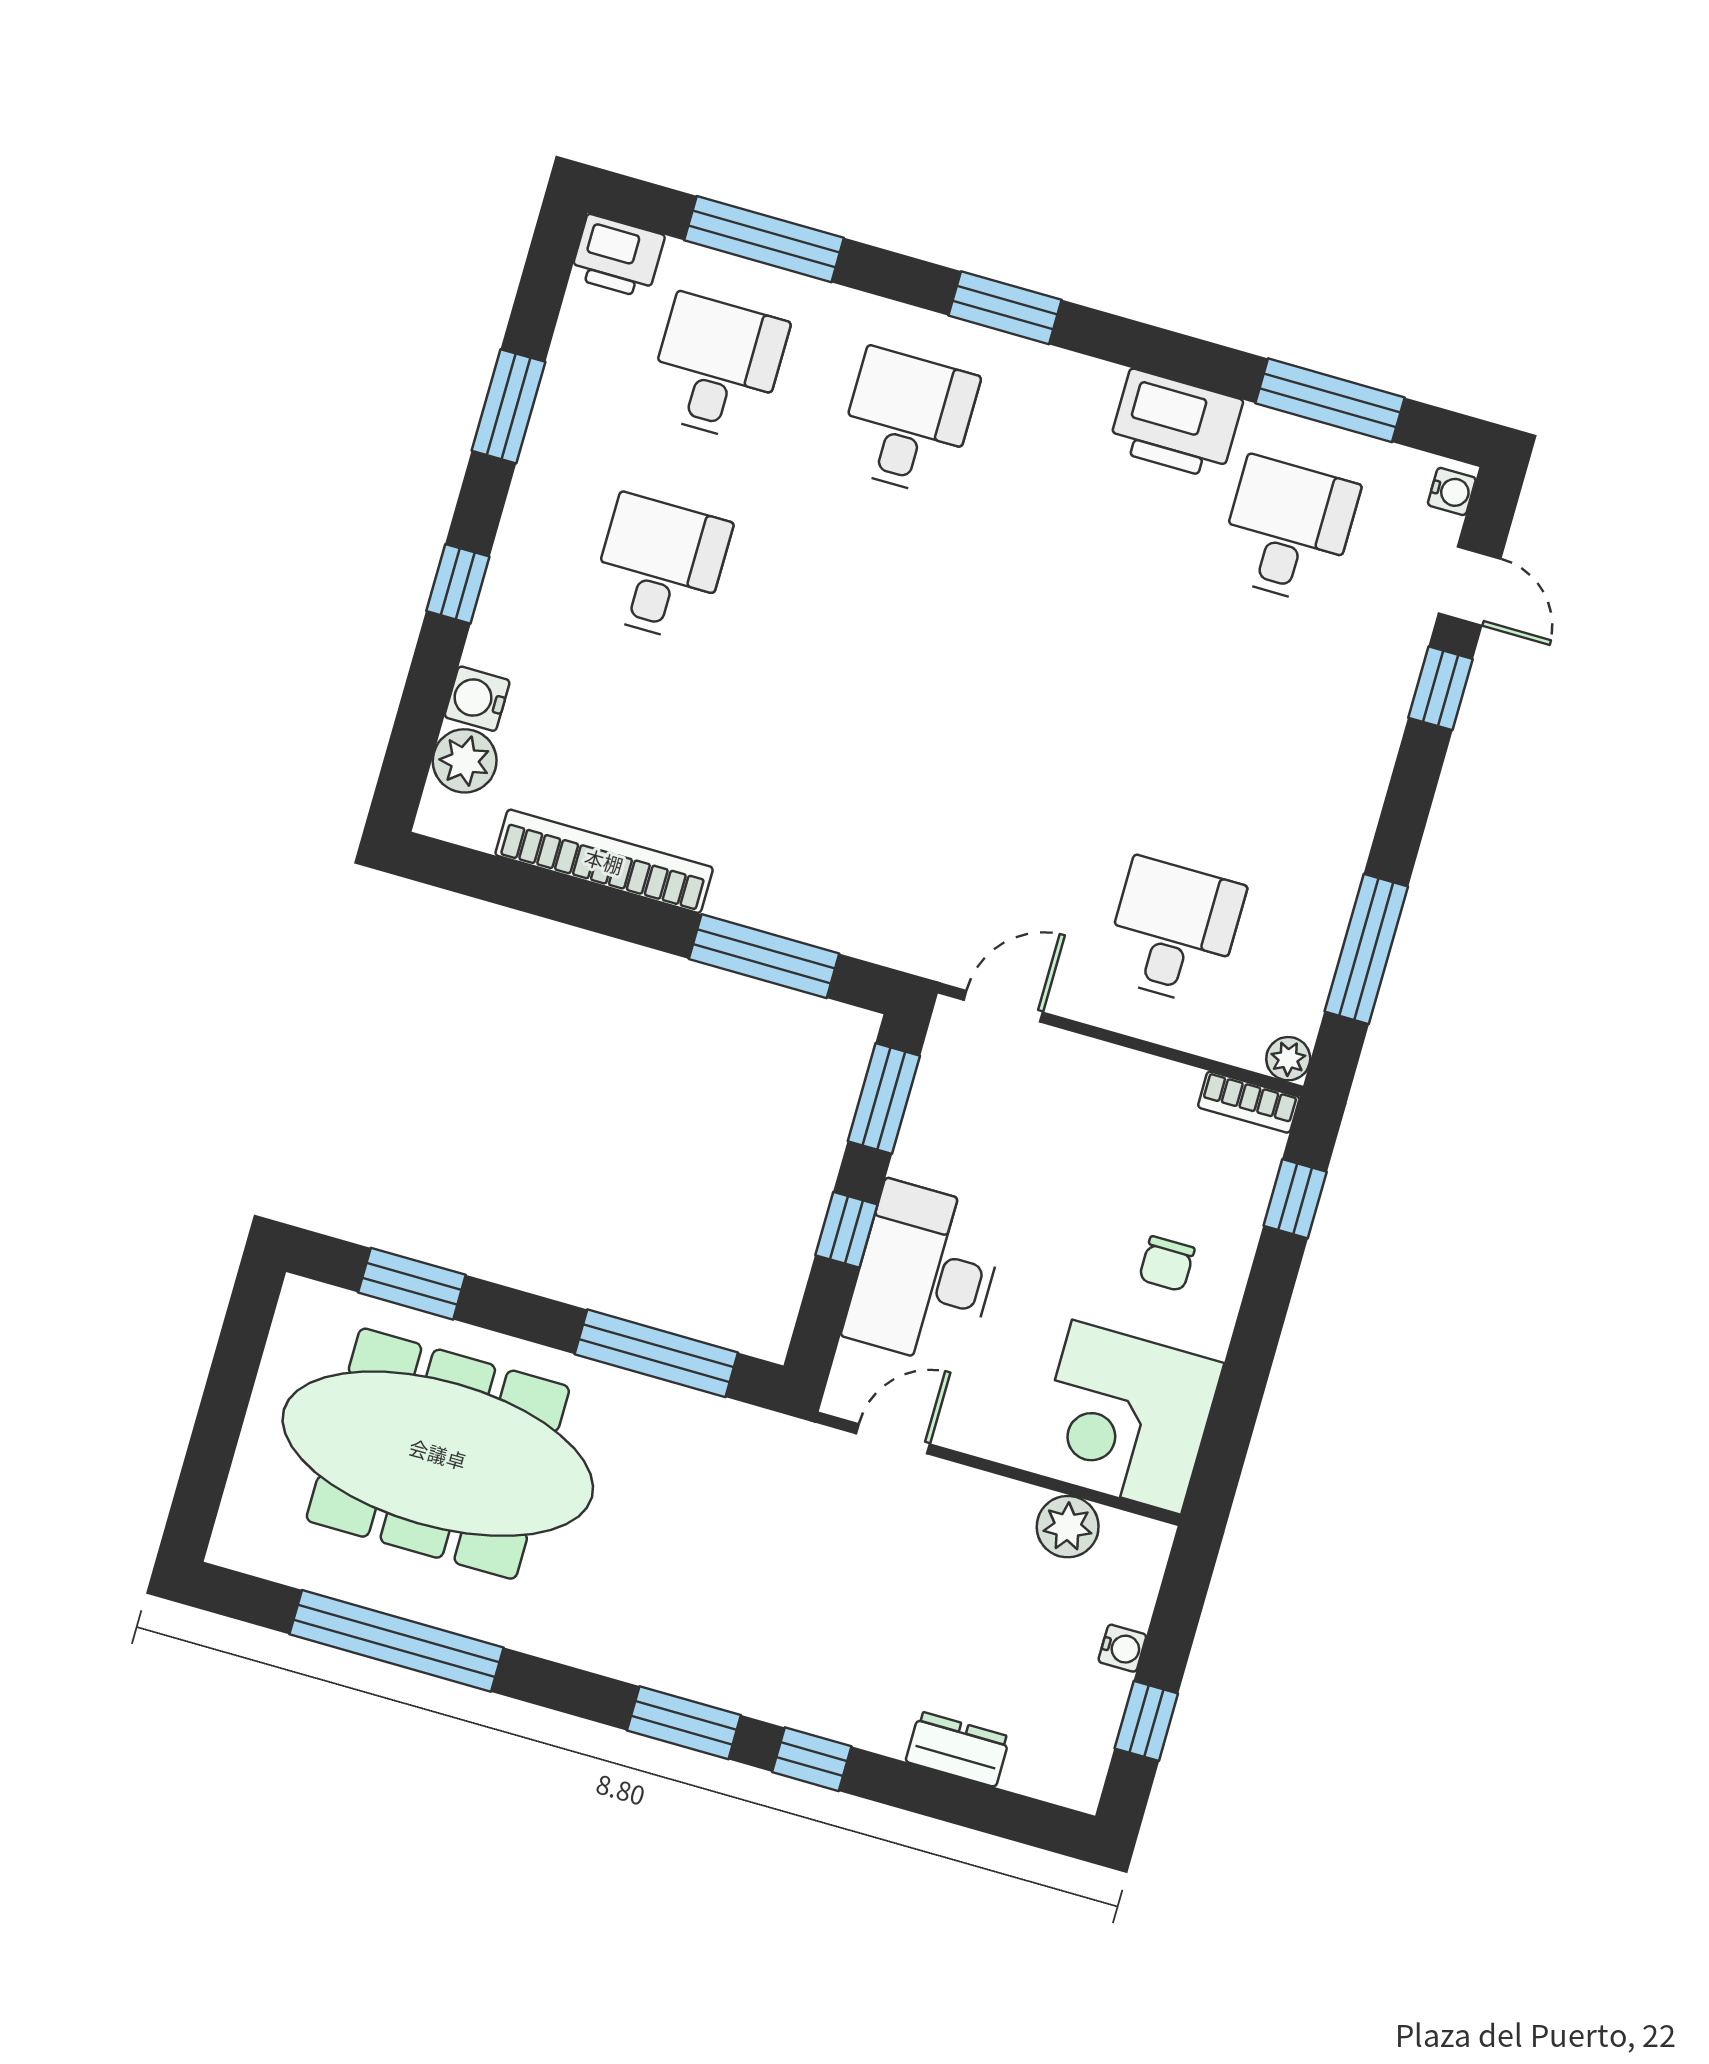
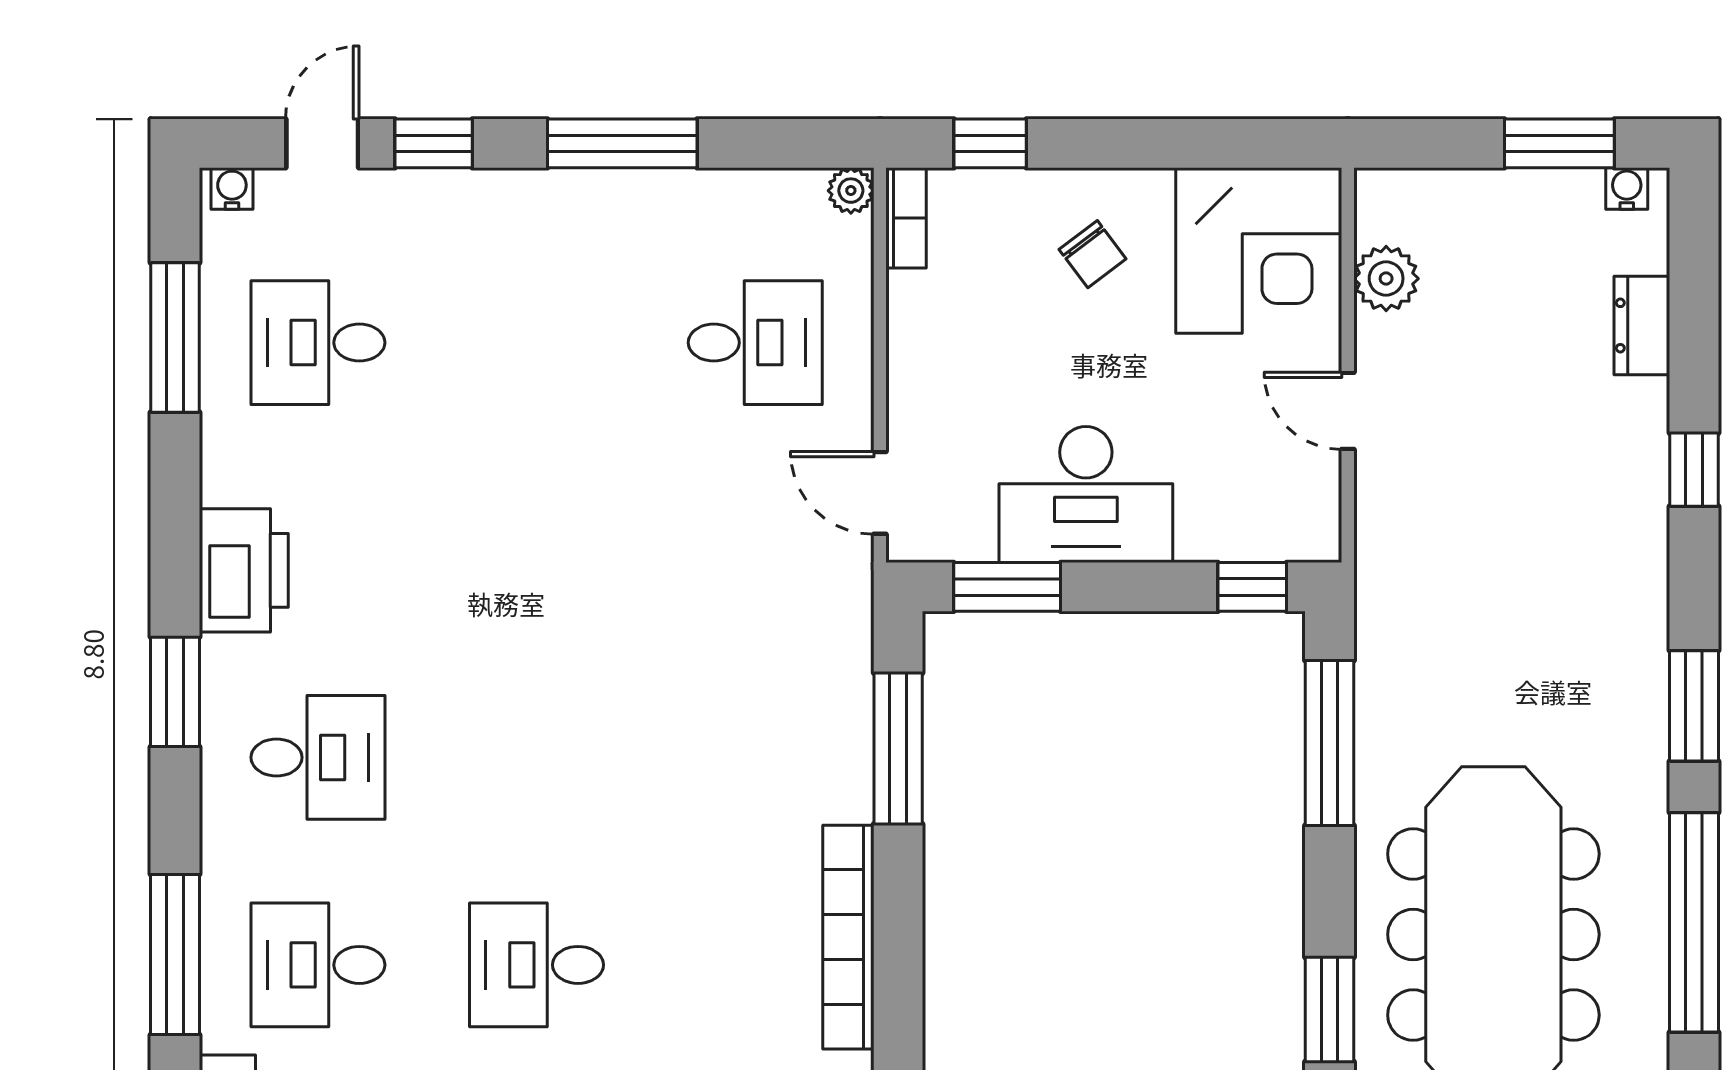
desk: (907, 422) -> (318, 757), turned 180
printer: (1176, 424) -> (244, 570), moved
desk: (1174, 931) -> (755, 343), turned 180
window: (1366, 949) -> (622, 143), moved
window: (846, 1230) -> (1252, 587), moved
chair: (1167, 1264) -> (1093, 254), turned 53
desk: (925, 1274) -> (1086, 495), moved
door: (893, 1439) -> (1348, 411), moved
water cooler: (1122, 1648) -> (1627, 188), moved
window: (1146, 1721) -> (1559, 143), width x1.50
window: (684, 1723) -> (1694, 706), moved

